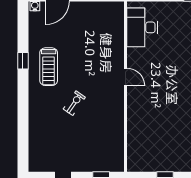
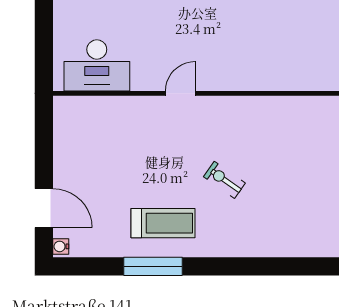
window: (23, 61) -> (153, 266), width x2.17

